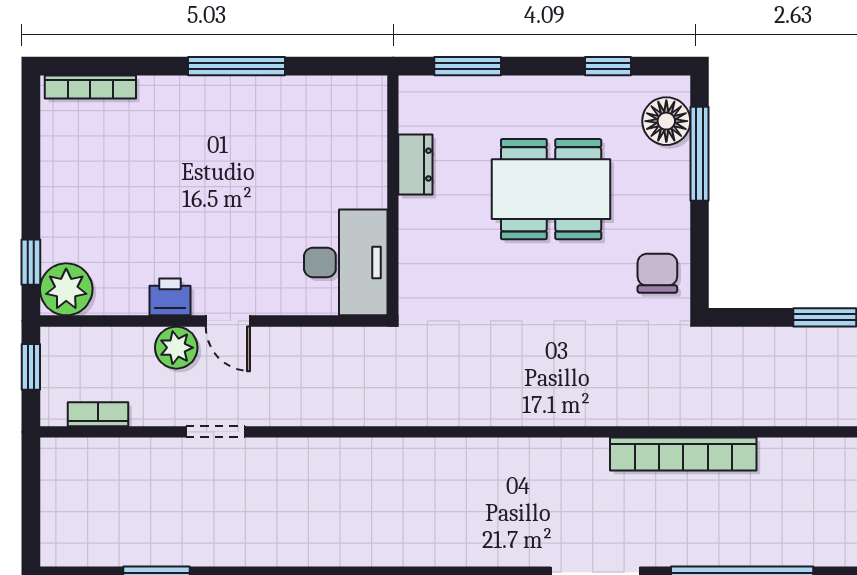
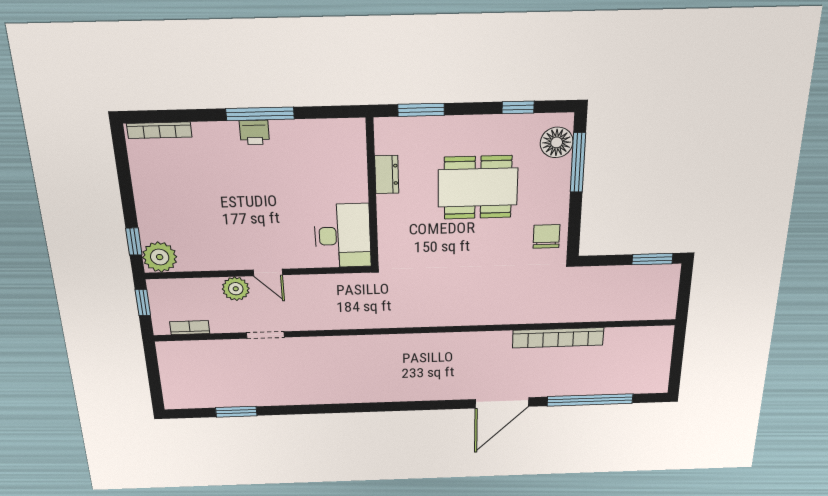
printer: (170, 297) -> (254, 132), moved, turned 180

